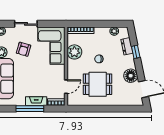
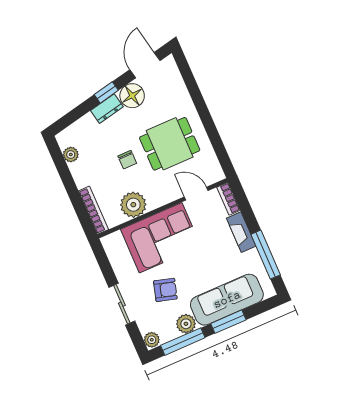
corner sofa: (51, 46) -> (161, 238), moved
dresser: (127, 46) -> (107, 109), moved
window: (136, 52) -> (106, 92), moved
dining table: (98, 84) -> (170, 144), turned 90
window: (30, 109) -> (266, 255), moved

